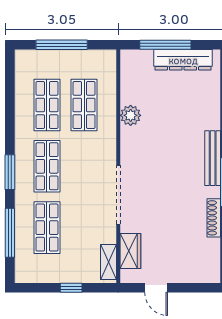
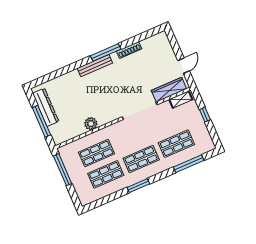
window: (62, 45) -> (63, 170), moved
window: (10, 172) -> (138, 186), moved
wardrobe: (130, 251) -> (169, 90), width x1.50

